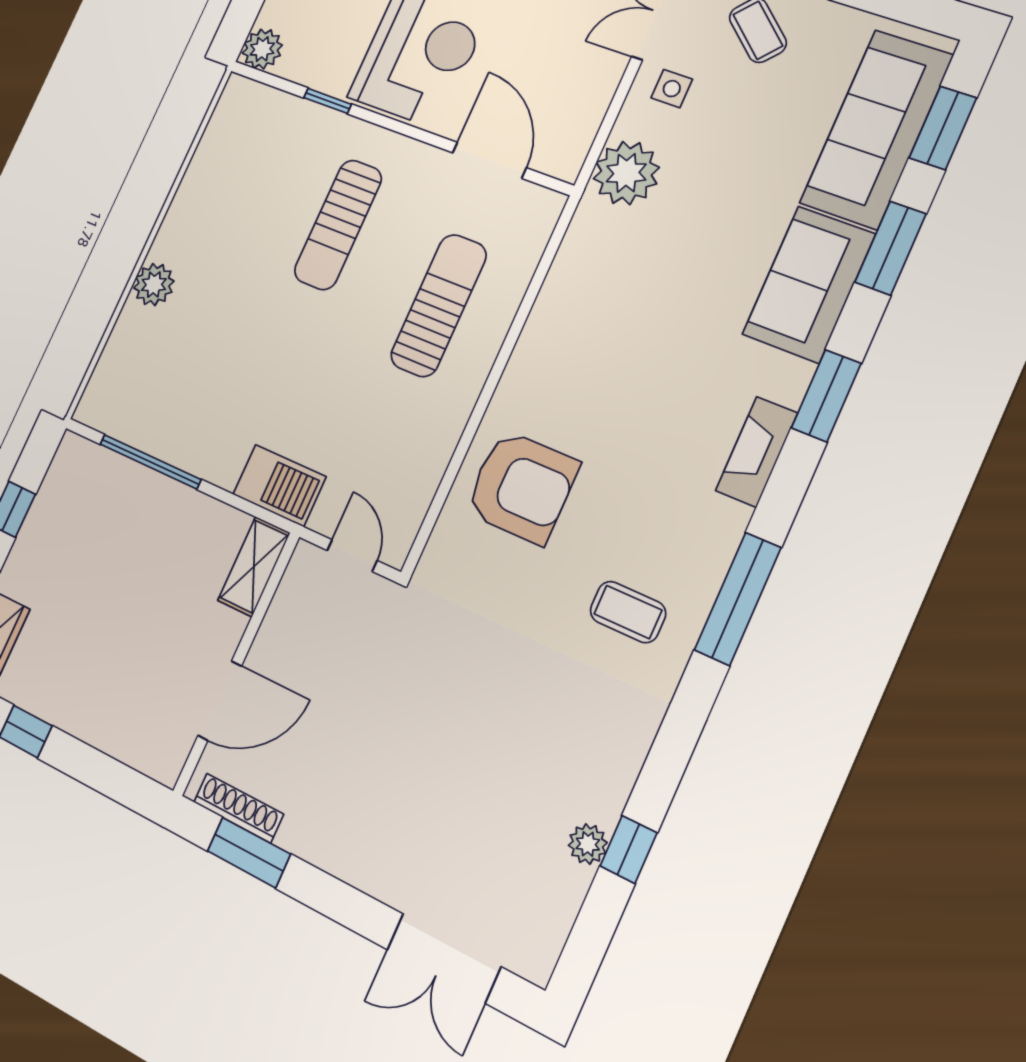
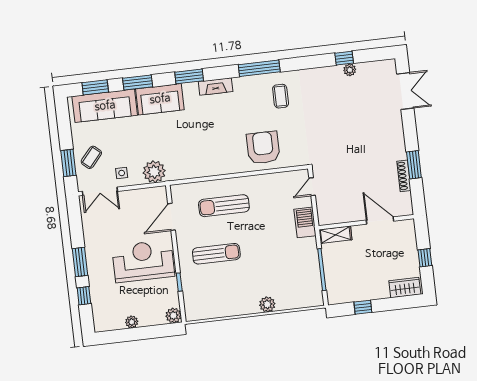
shelving: (254, 567) -> (335, 235), moved
wall: (236, 664) -> (366, 222), moved
door: (220, 701) -> (380, 221), moved

